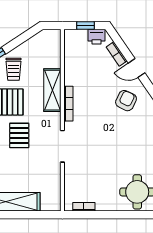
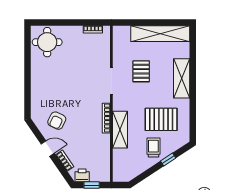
pallet: (19, 135) -> (141, 71), moved

